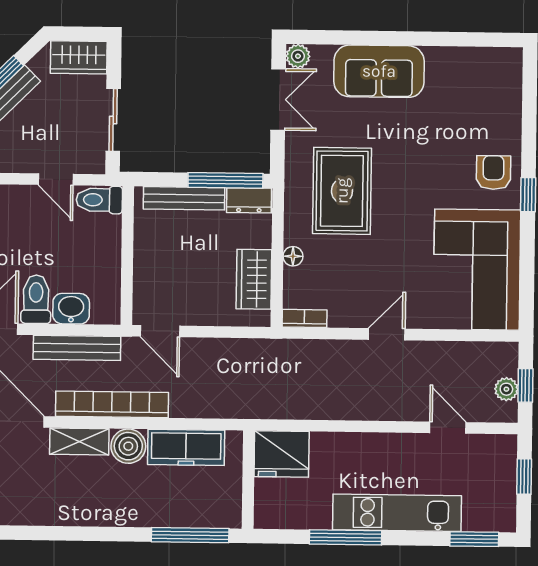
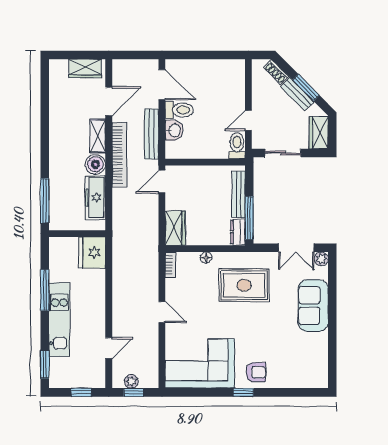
wardrobe: (254, 279) -> (175, 228), moved, turned 90

